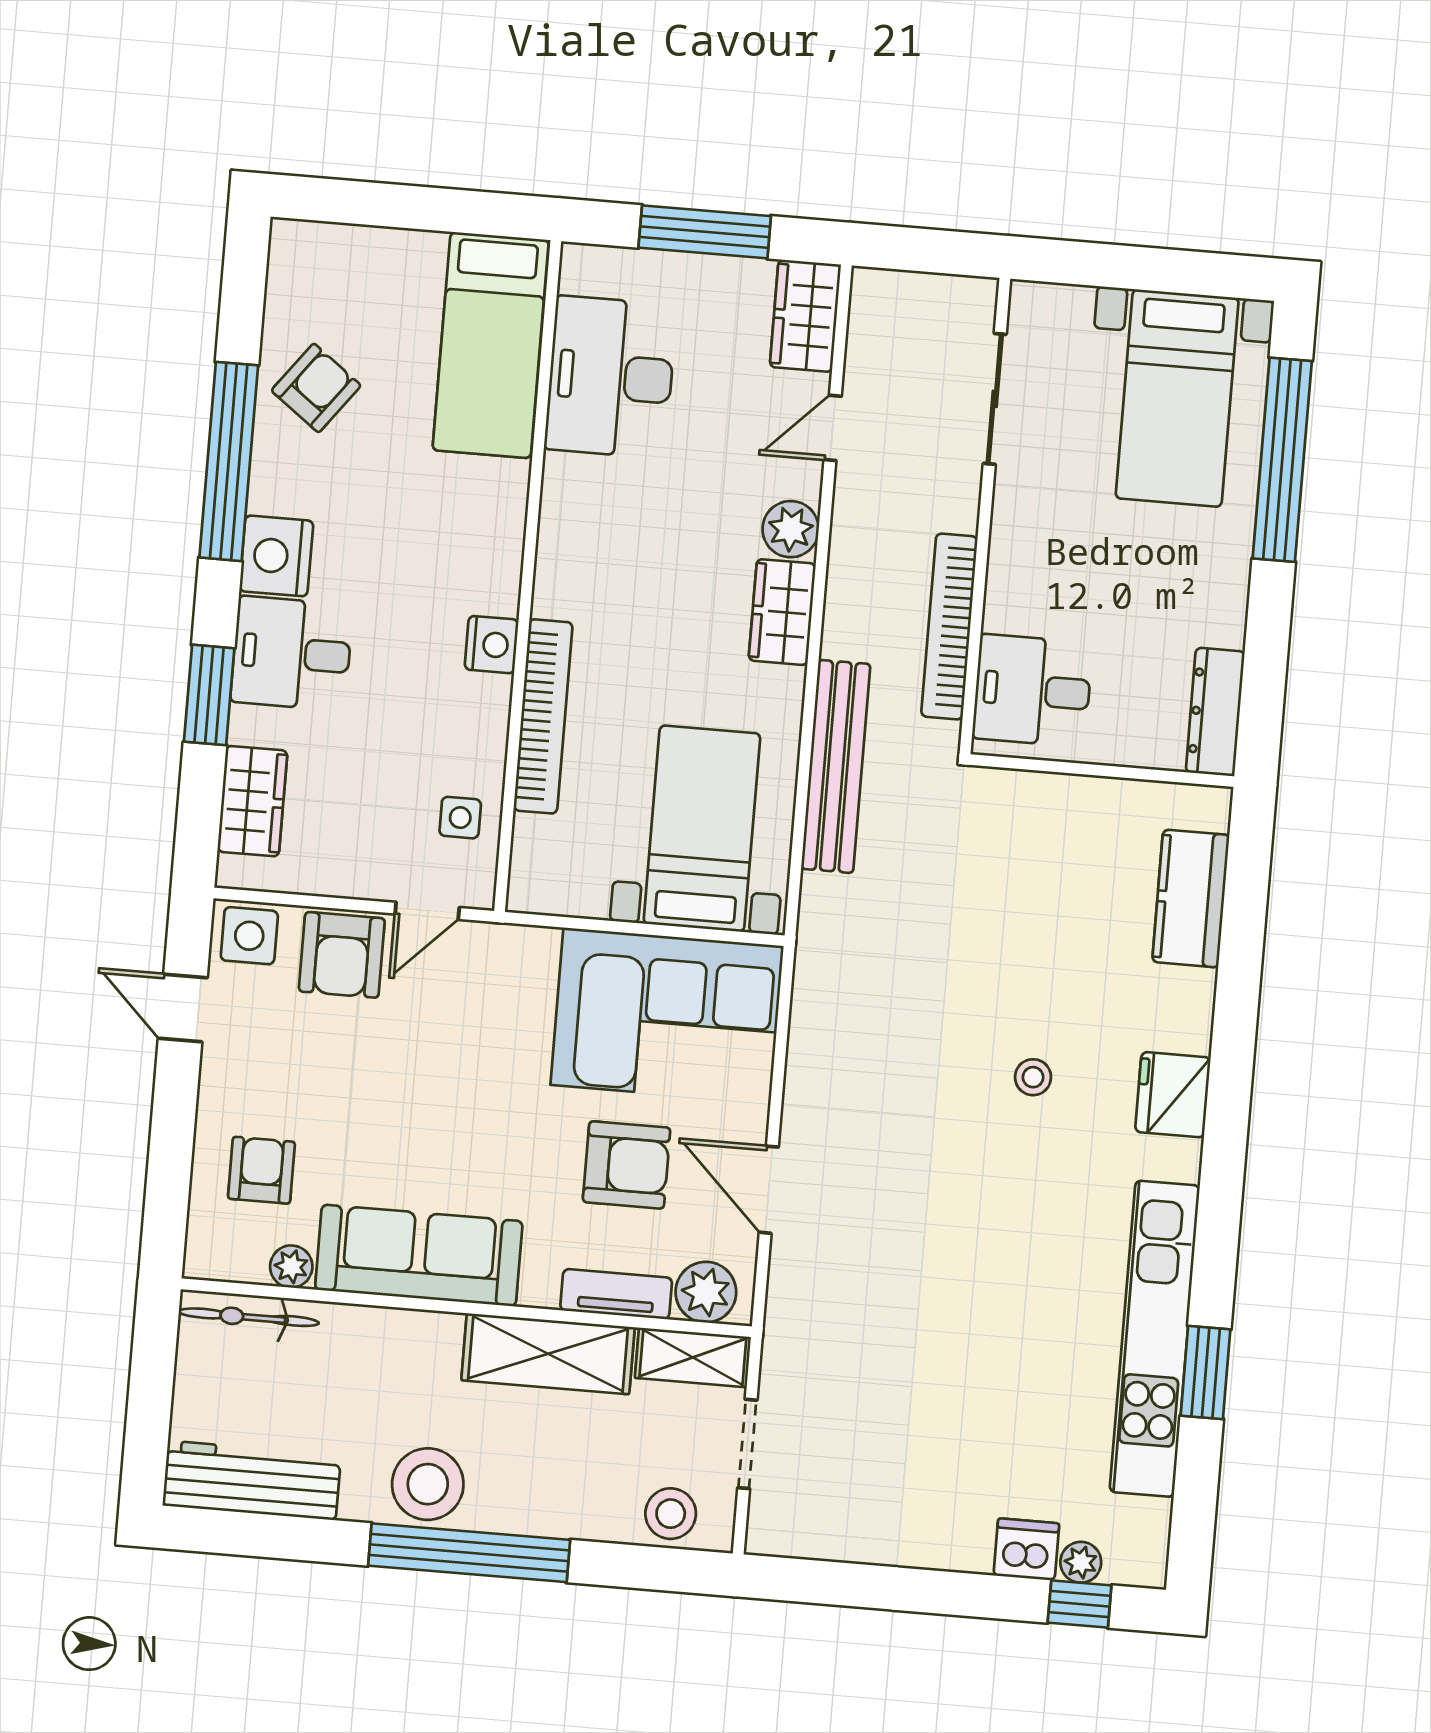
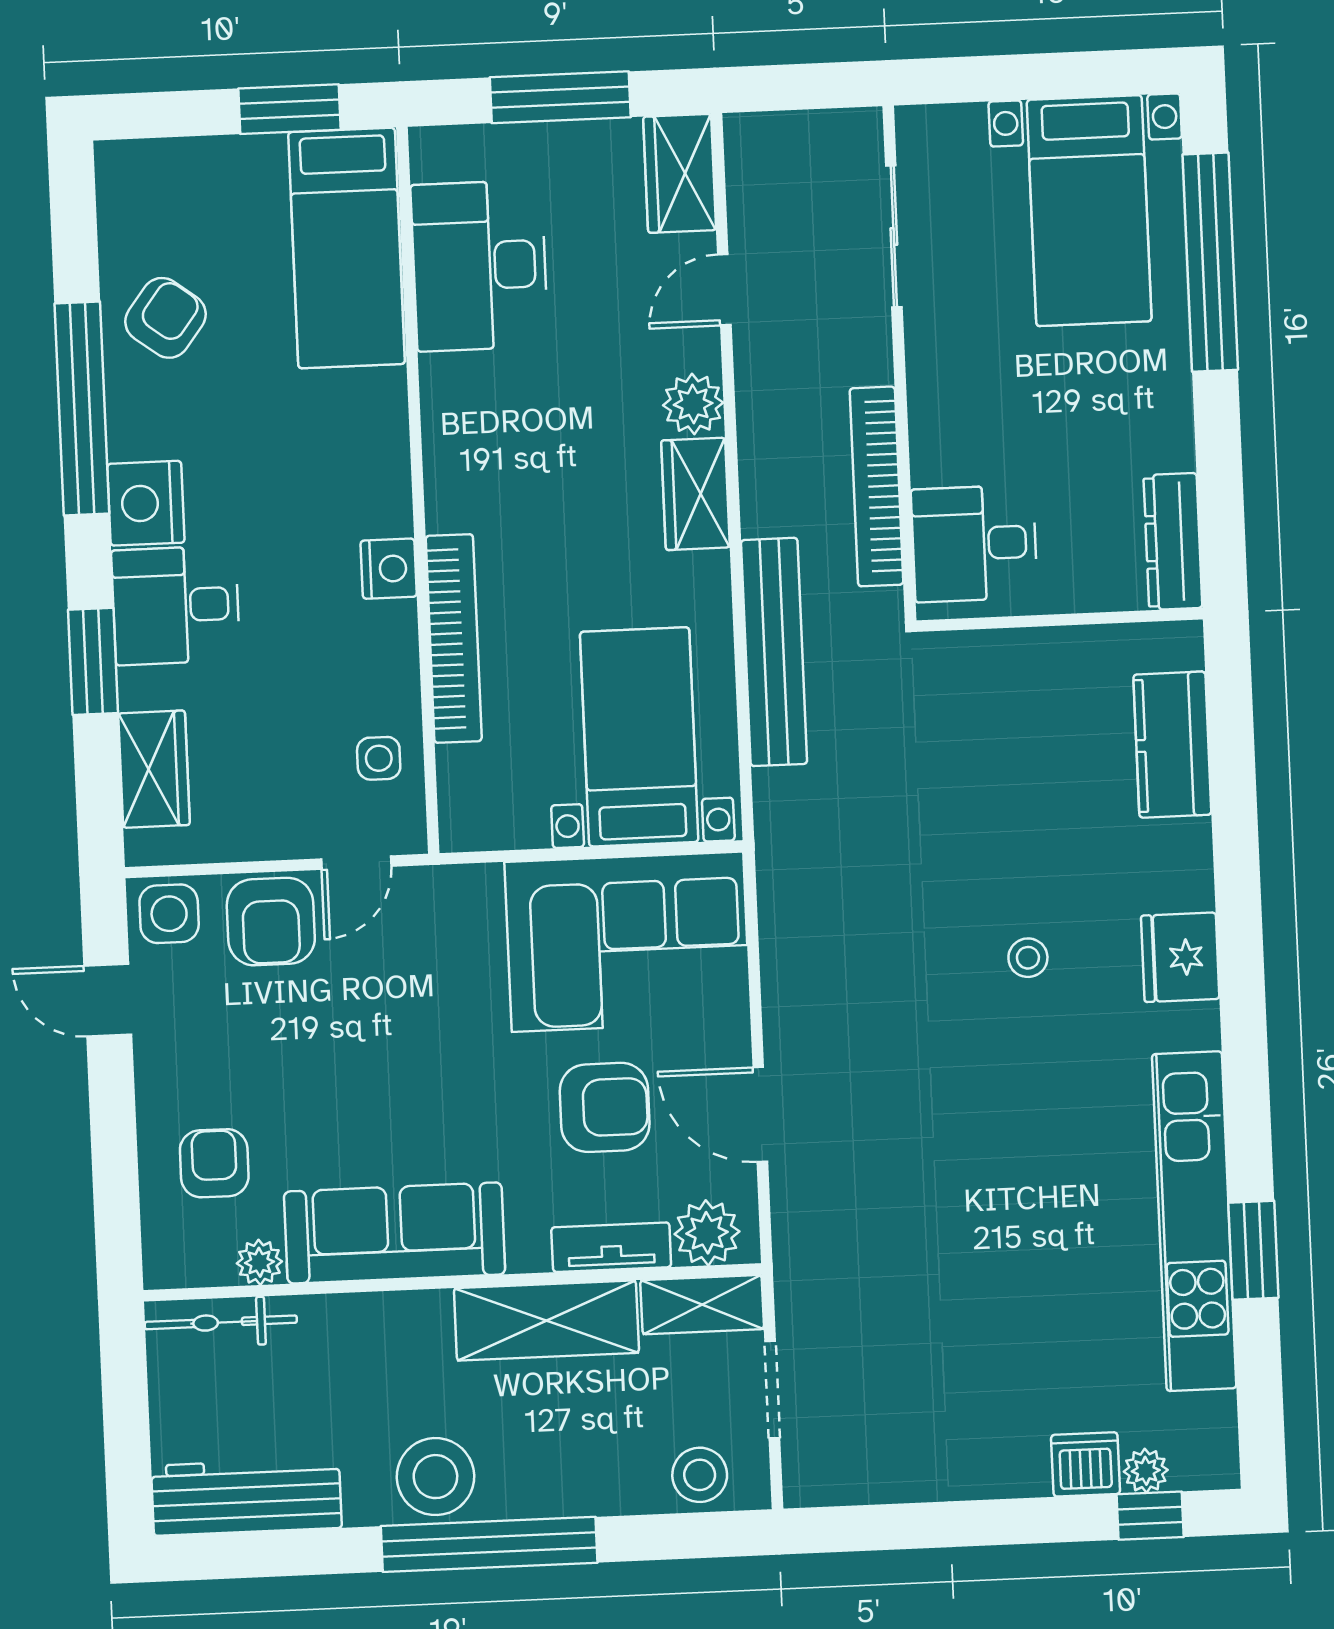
window: (455, 211) -> (289, 109), added

